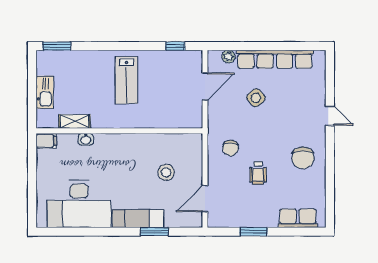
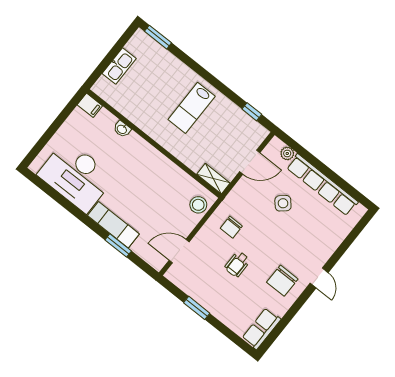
door: (330, 116) -> (319, 278), moved
shelving: (74, 121) -> (213, 179), moved
stool: (166, 172) -> (198, 205), moved
row of seats: (298, 218) -> (261, 329), moved, turned -90

